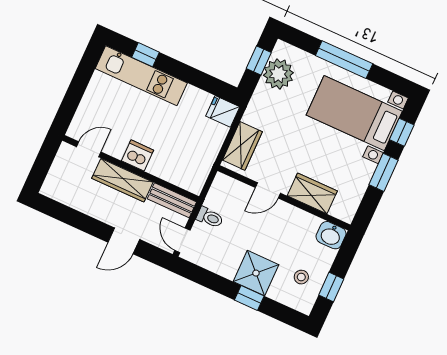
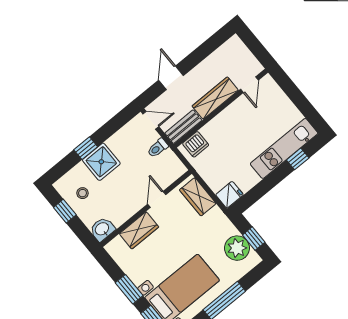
dishwasher: (138, 155) -> (196, 144), moved

